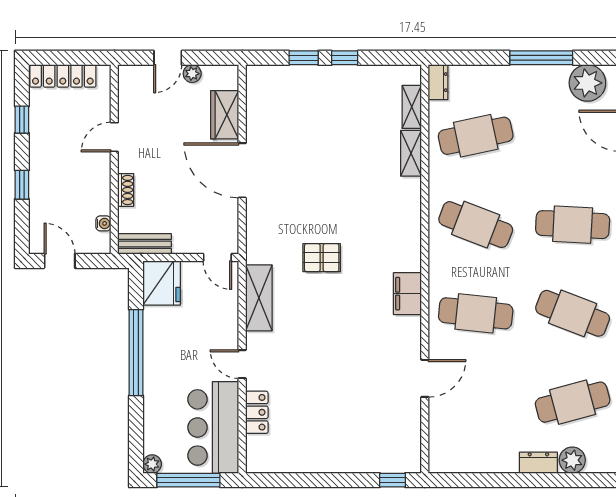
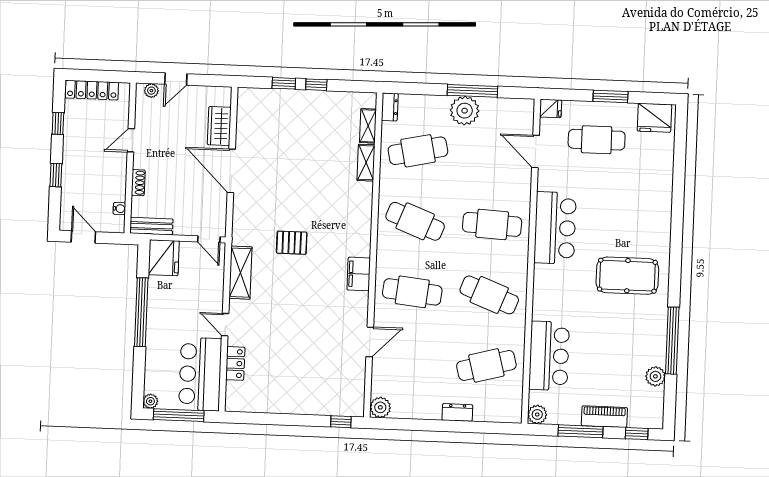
plant: (192, 74) -> (151, 91), moved
plant: (587, 83) -> (465, 111), moved
plant: (572, 460) -> (380, 407), moved

